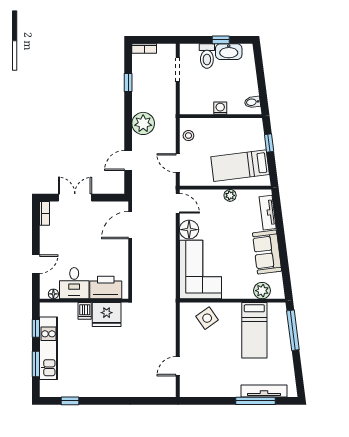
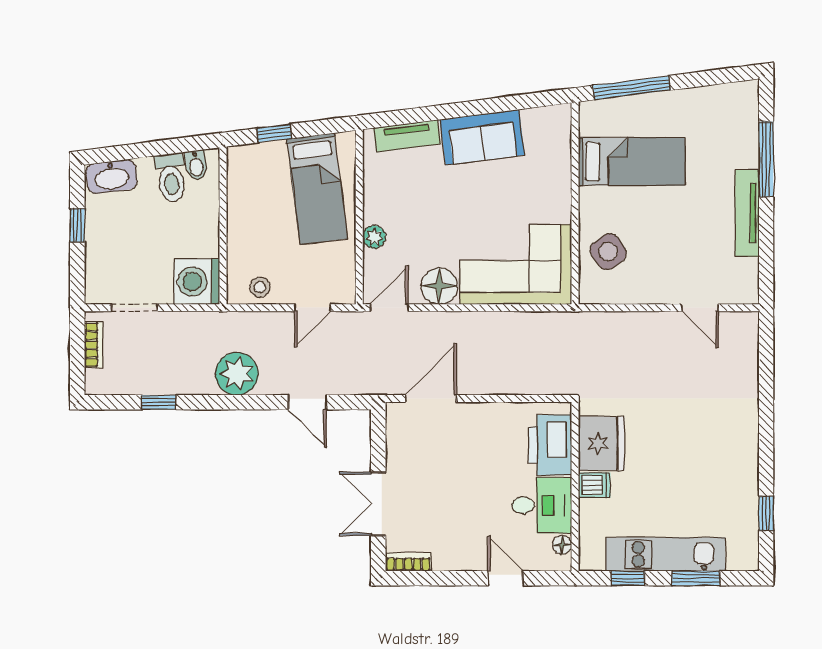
bookcase: (144, 48) -> (94, 345), moved
washbasin: (229, 52) -> (112, 177), moved, turned 83
toilet: (207, 56) -> (171, 178), moved, turned 83
washing machine: (220, 108) -> (197, 282), moved, width x1.89, depth x1.89
plant: (230, 195) -> (374, 237), moved
door: (130, 225) -> (431, 399), swing flipped
plant: (262, 291) -> (556, 147), removed
tv unit: (264, 391) -> (747, 213), moved

